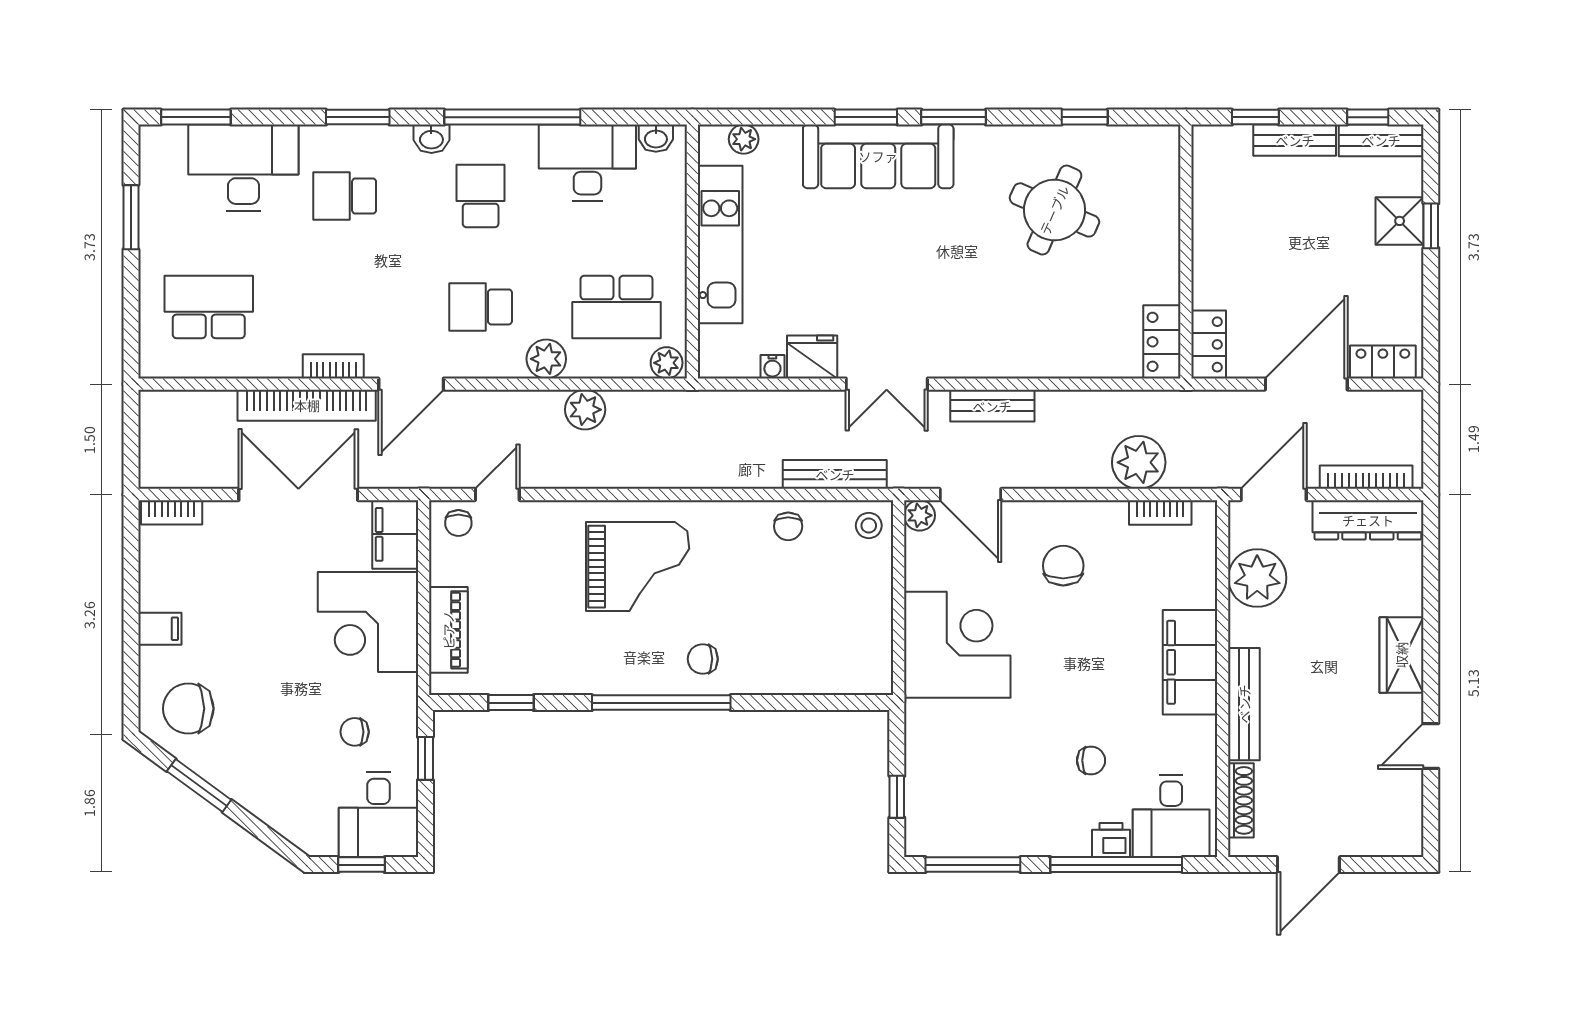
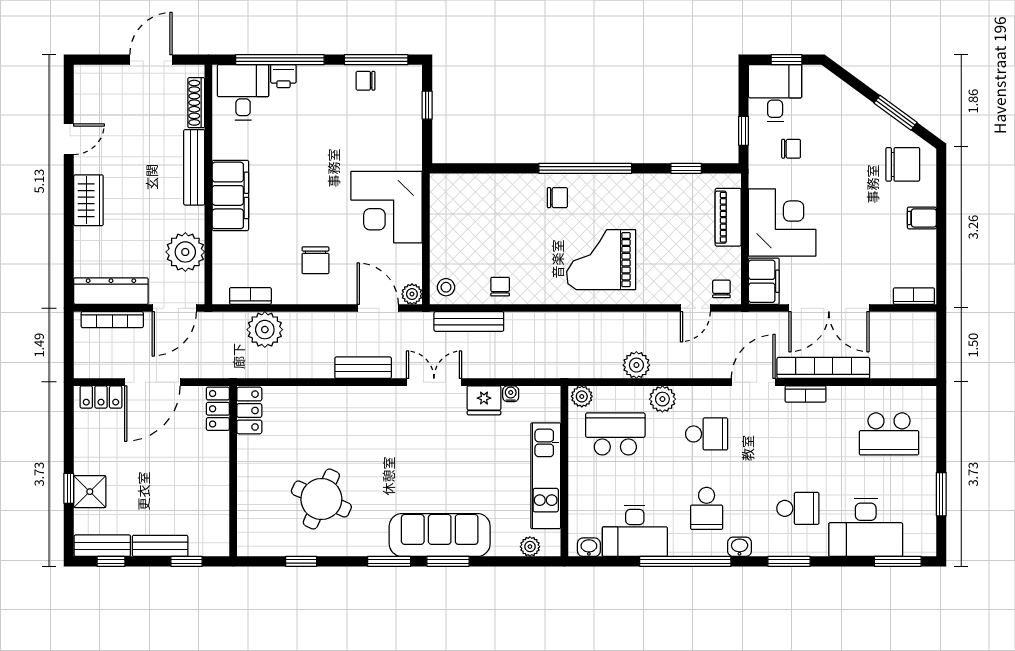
chair: (1091, 760) -> (366, 81), moved

